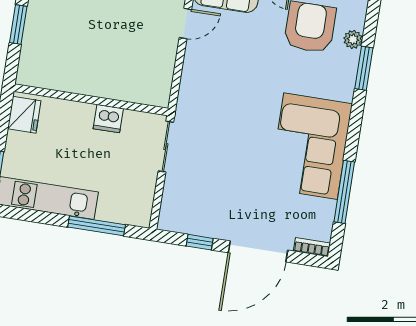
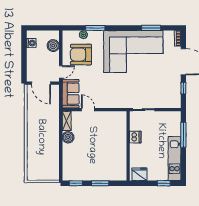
corner sofa: (311, 146) -> (133, 52), width x1.36, depth x1.36
window: (344, 192) -> (151, 28), width x0.69

